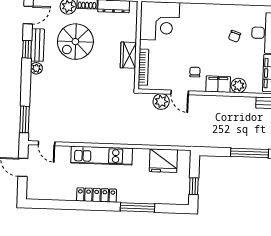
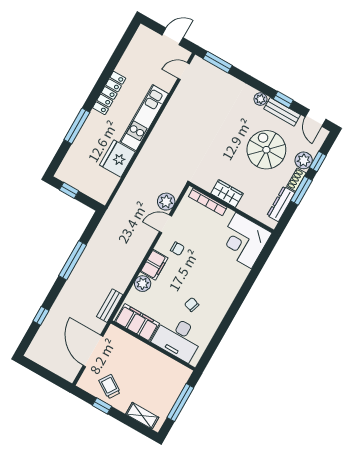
fridge: (163, 161) -> (117, 159), moved

